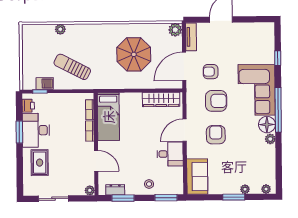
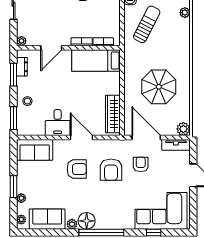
corner sofa: (257, 90) -> (161, 211), moved
sofa: (265, 164) -> (47, 219), added

